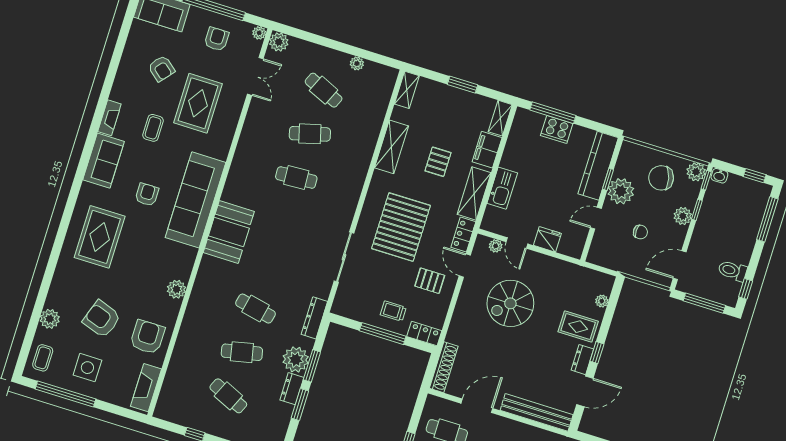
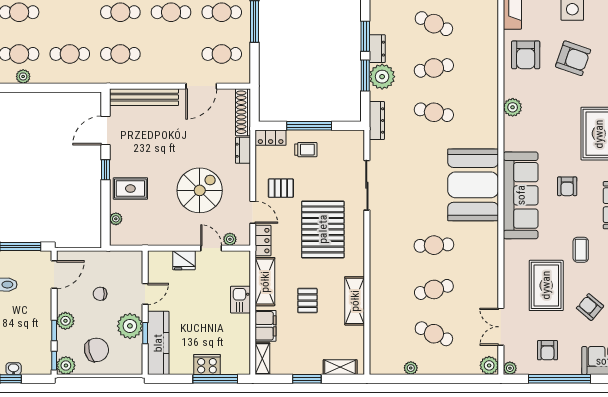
shelving: (407, 90) -> (340, 367), moved, turned 90
washbasin: (719, 176) -> (14, 369), moved
kitchen sink: (502, 188) -> (240, 300), width x0.73
booth: (229, 232) -> (473, 185), width x1.36, depth x1.42
dresser: (582, 360) -> (243, 150), moved, turned 180

